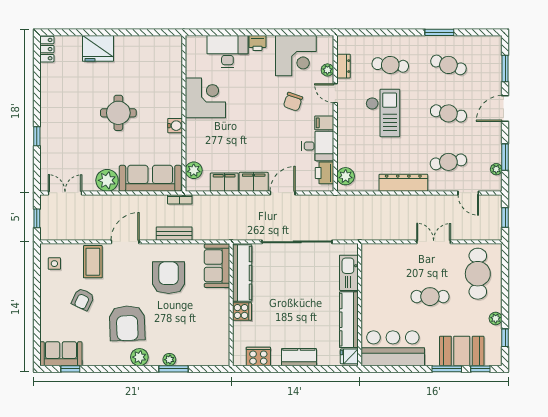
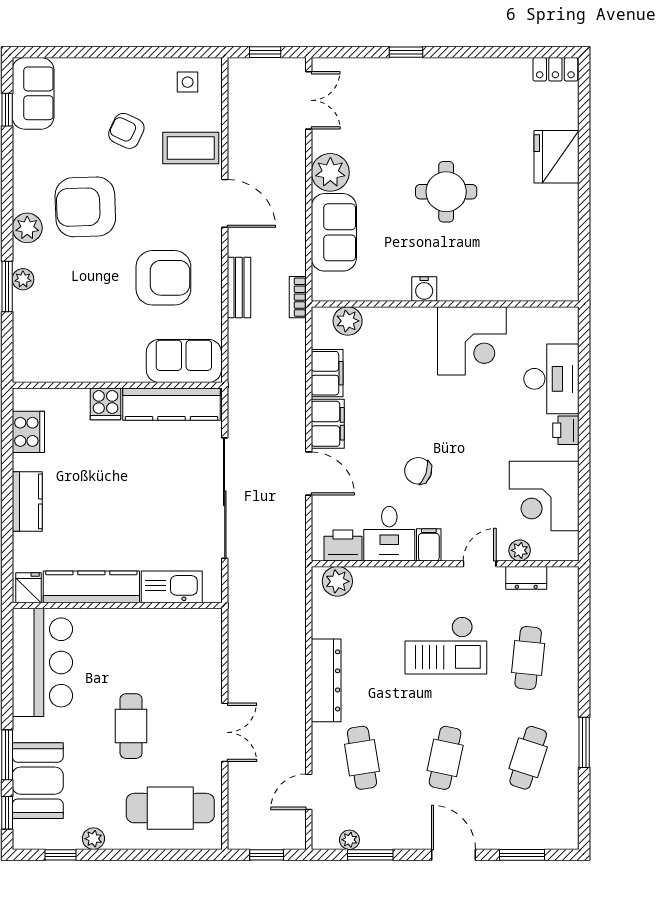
chair: (293, 102) -> (418, 471), moved
sofa: (150, 178) -> (334, 232), width x0.73

